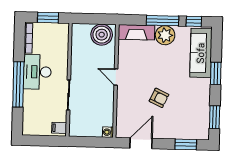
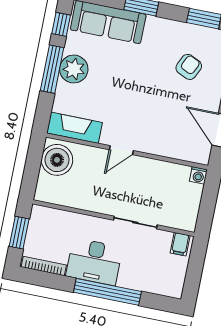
fireplace: (136, 32) -> (74, 128), moved, turned -90
armchair: (159, 98) -> (189, 67), moved

